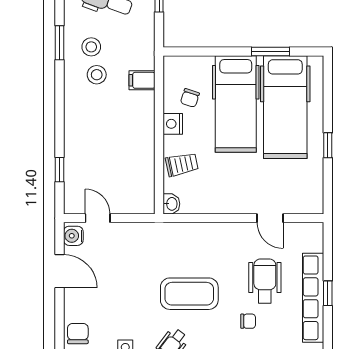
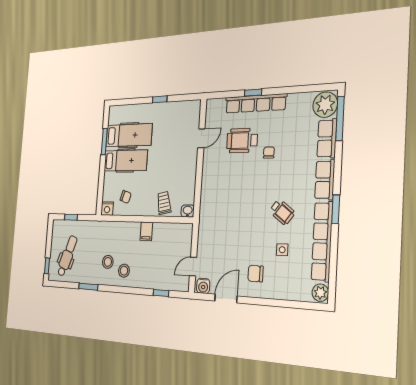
stool: (91, 47) -> (124, 271), moved
filing cabinet: (142, 80) -> (146, 231), moved
hospital bed: (236, 104) -> (126, 161), width x0.73, depth x0.78
hospital bed: (285, 107) -> (129, 135), width x0.73, depth x0.78
nightstand: (173, 124) -> (107, 209), moved
coffee table: (189, 294) -> (247, 198), removed
chair: (78, 334) -> (256, 274), moved

